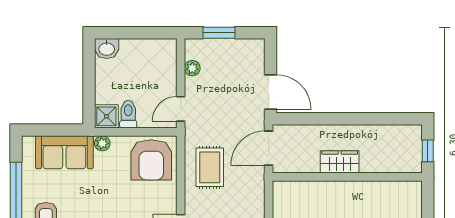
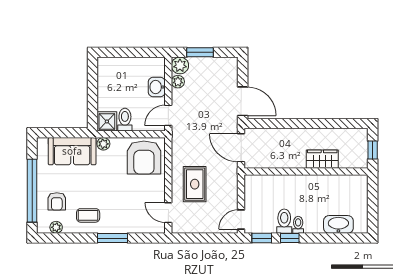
washbasin: (107, 49) -> (157, 87), moved, turned 90
plant: (195, 49) -> (180, 65), added
door: (269, 148) -> (241, 148), hinge flipped
wardrobe: (340, 162) -> (322, 159), moved
rug: (210, 167) -> (195, 184), moved

